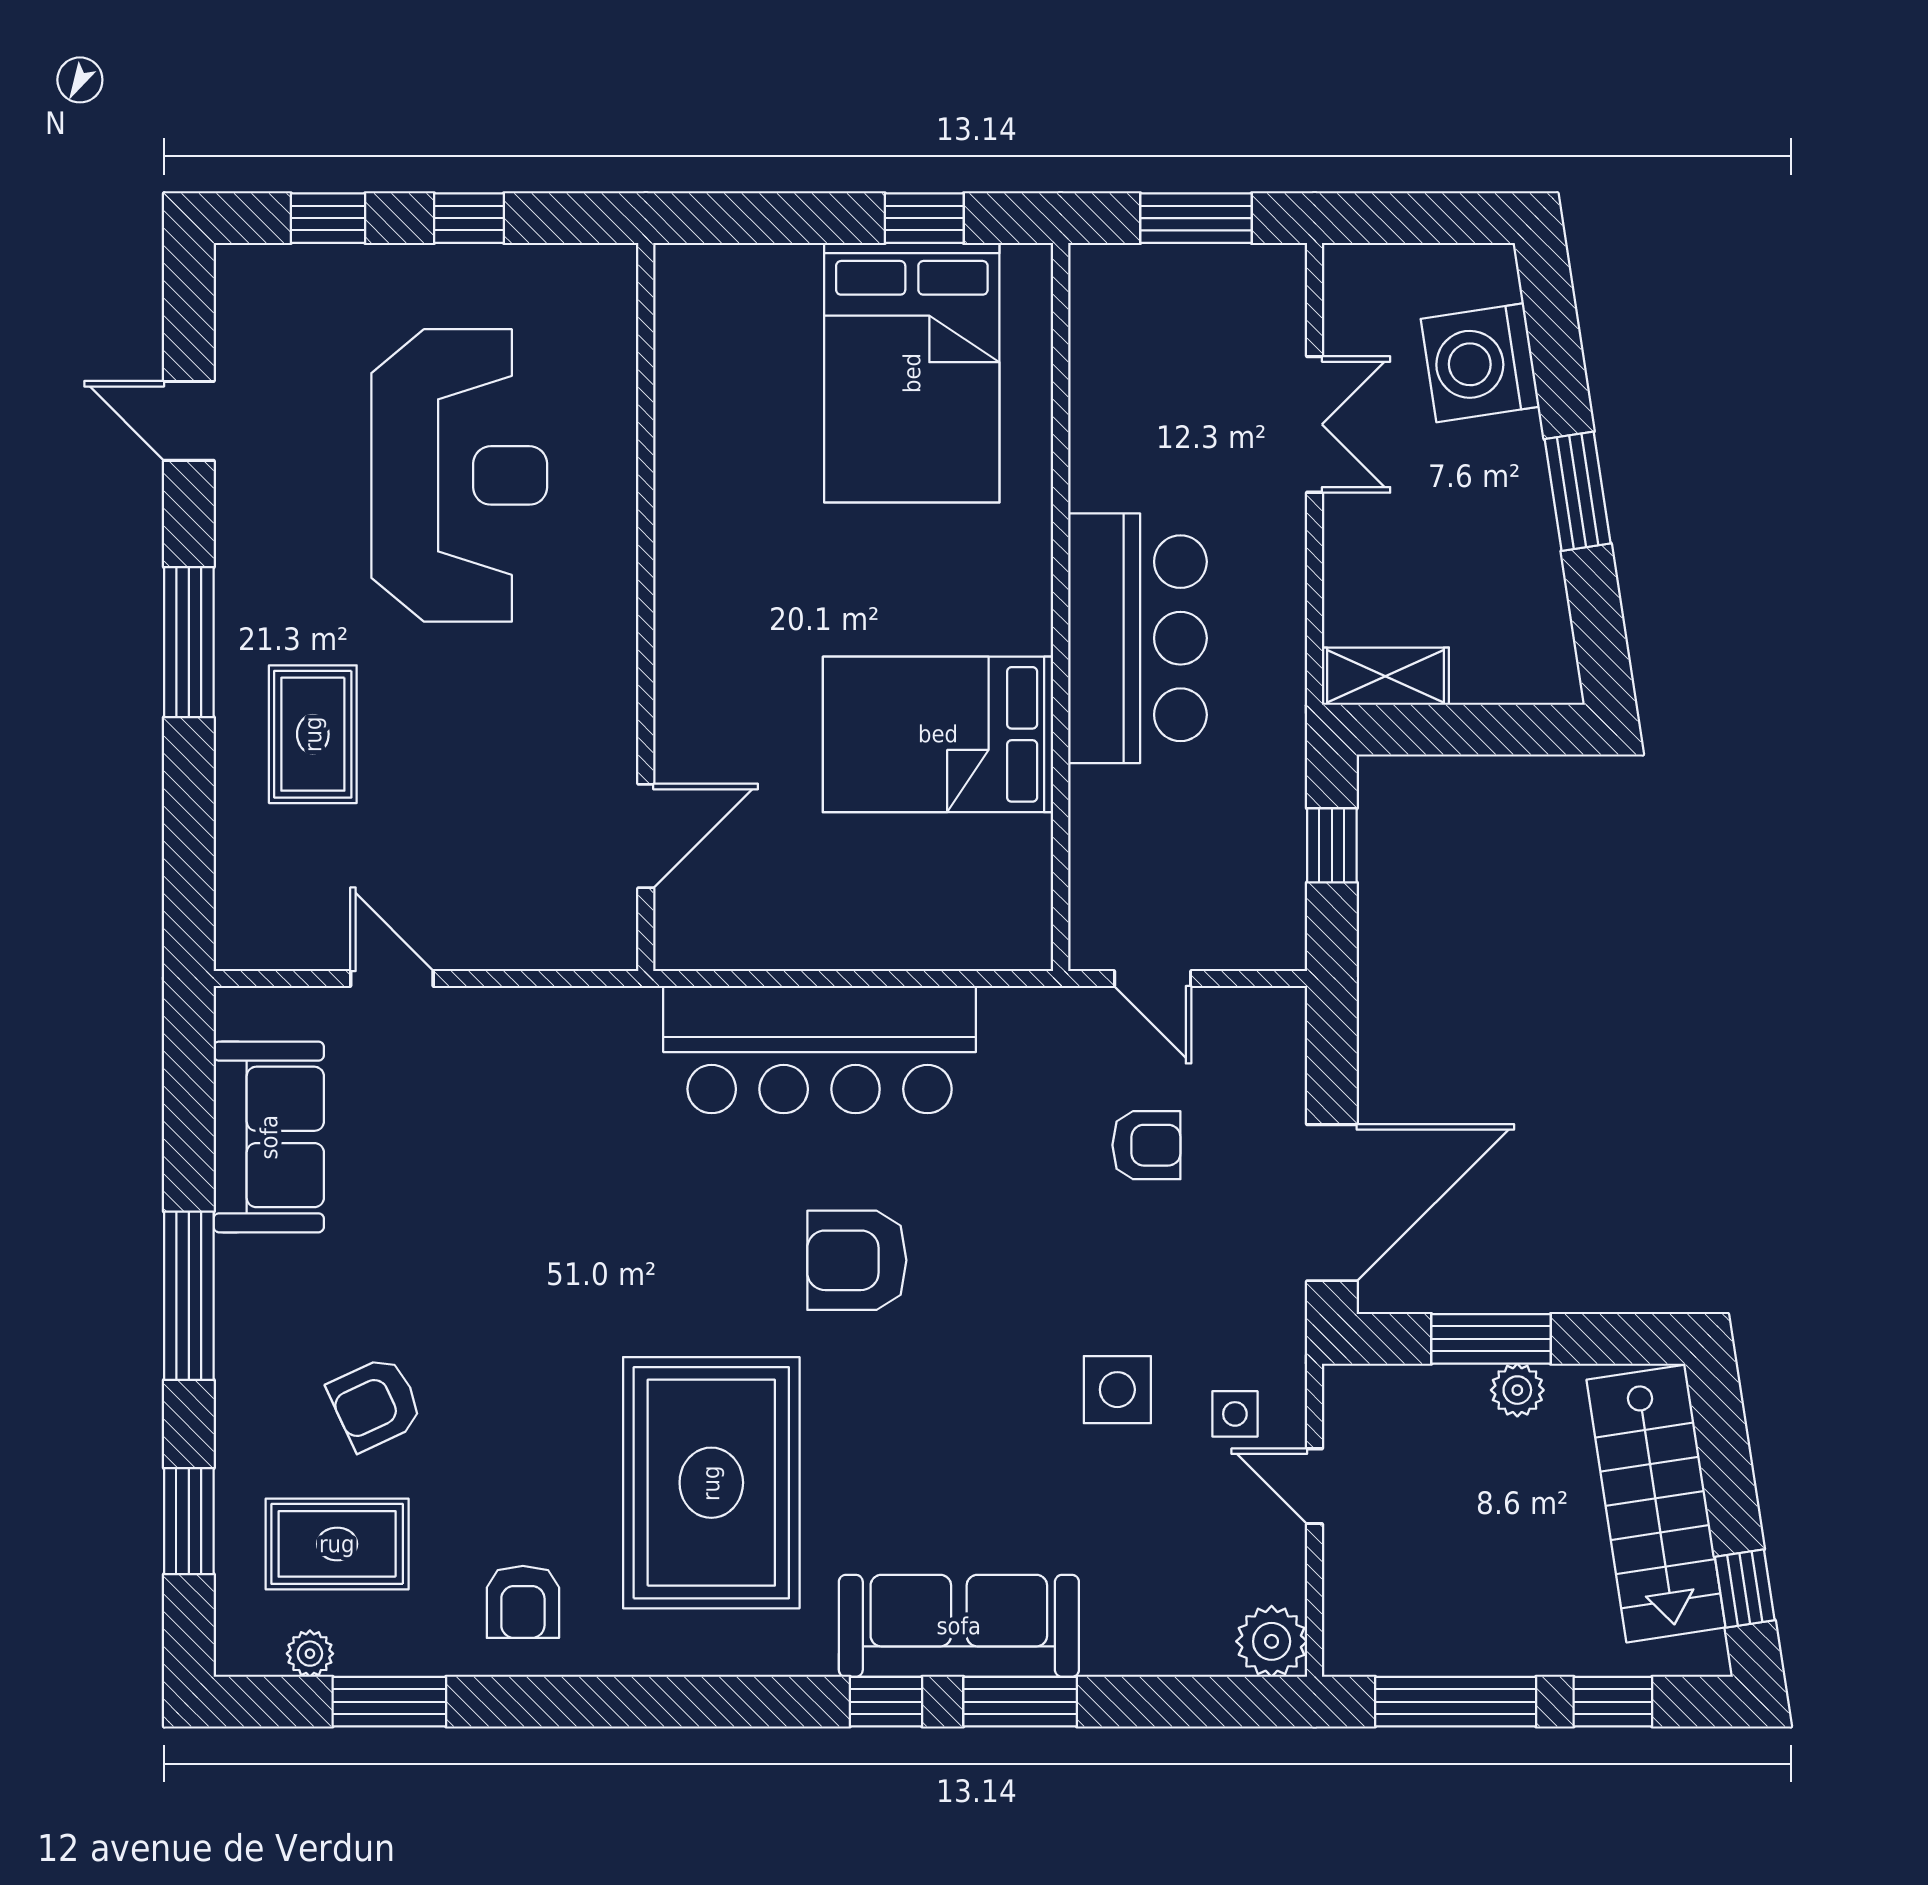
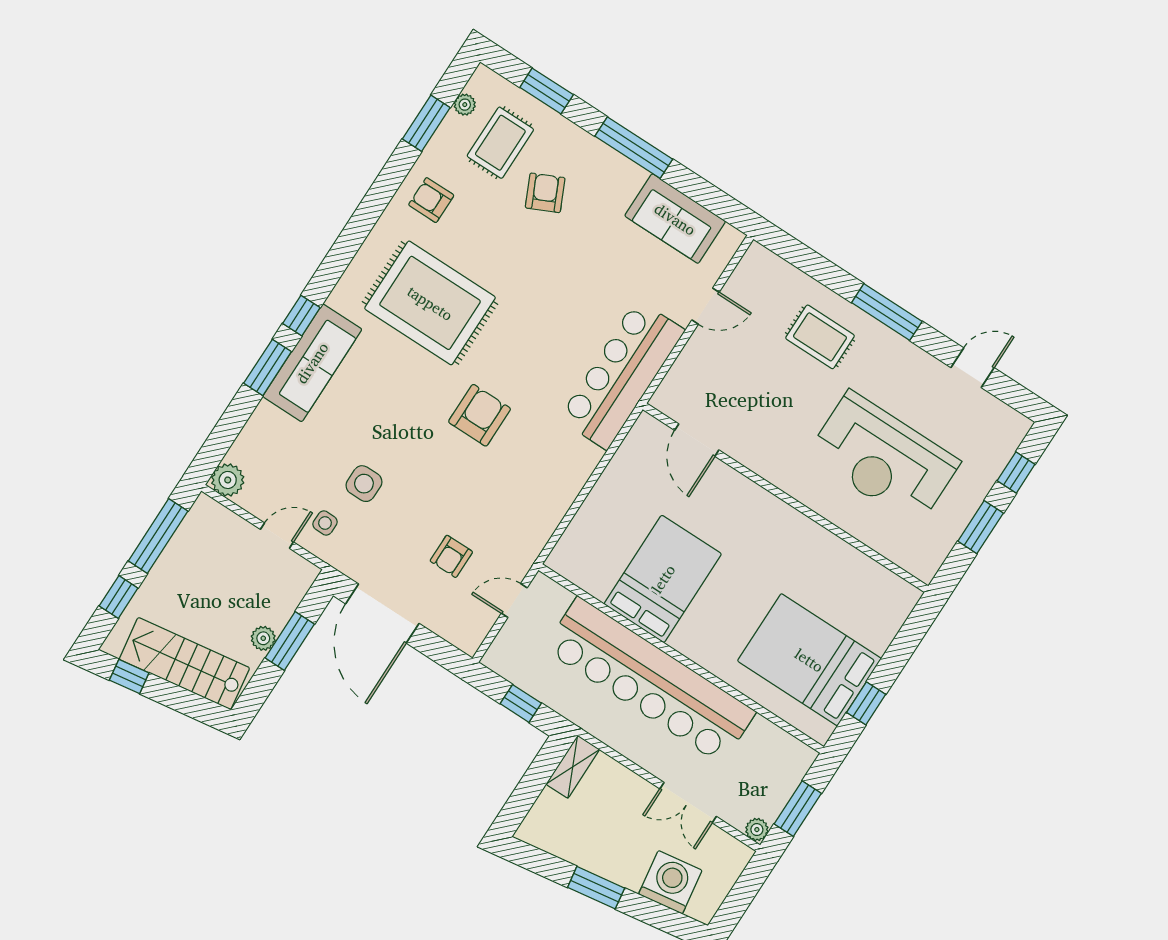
window: (469, 218) -> (981, 527), width x1.50
plant: (1282, 268) -> (757, 830), added
bar counter: (1137, 638) -> (650, 680), width x1.86
bar counter: (820, 1050) -> (622, 375), moved

